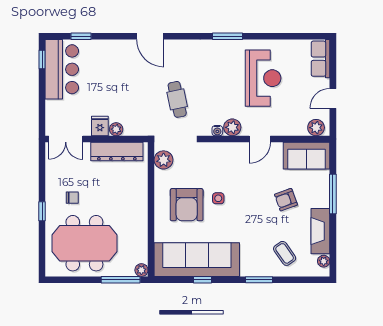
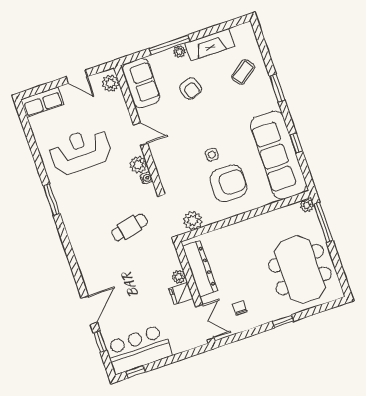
door: (150, 36) -> (89, 310), moved
chair: (72, 198) -> (240, 308), moved
plant: (324, 261) -> (179, 52), moved

